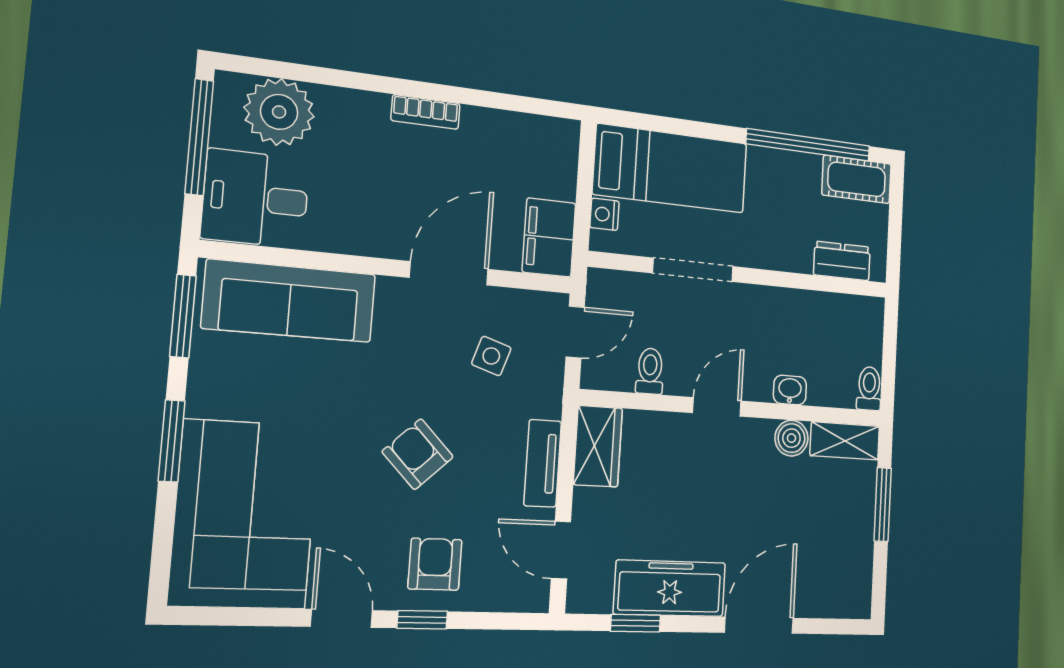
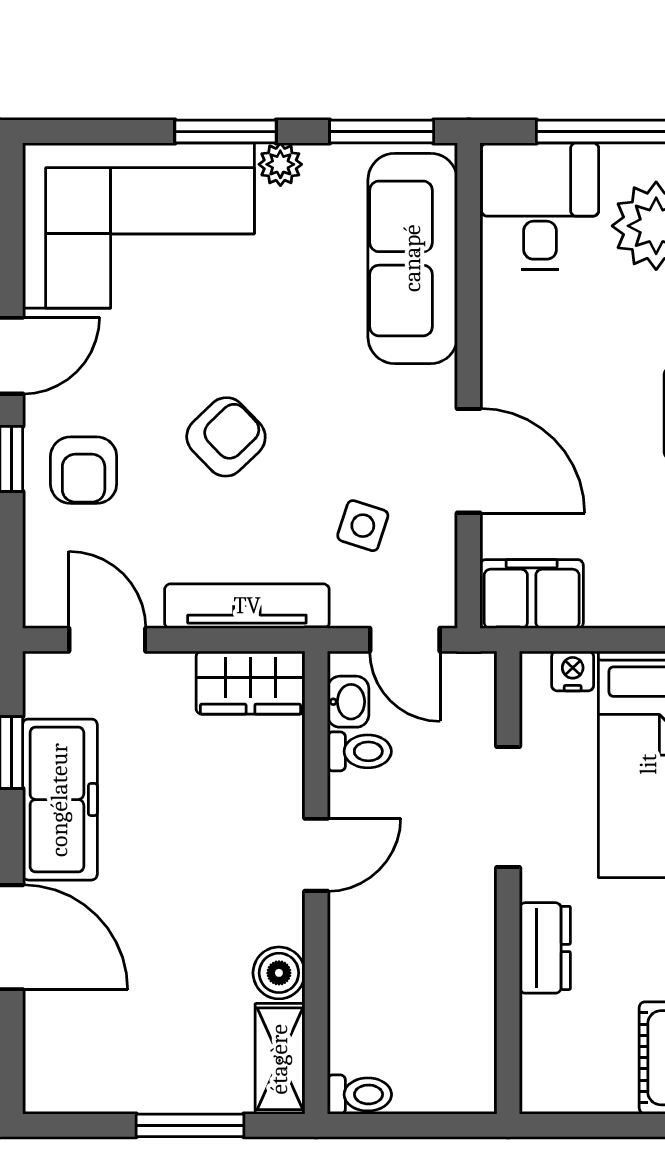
dresser: (842, 261) -> (545, 948), moved
washbasin: (790, 390) -> (348, 702), moved
plant: (203, 399) -> (280, 164), added
door: (717, 407) -> (316, 855), hinge flipped
tv unit: (543, 463) -> (247, 606), width x1.41
door: (561, 550) -> (107, 640), hinge flipped
armchair: (435, 564) -> (84, 470), turned 90

